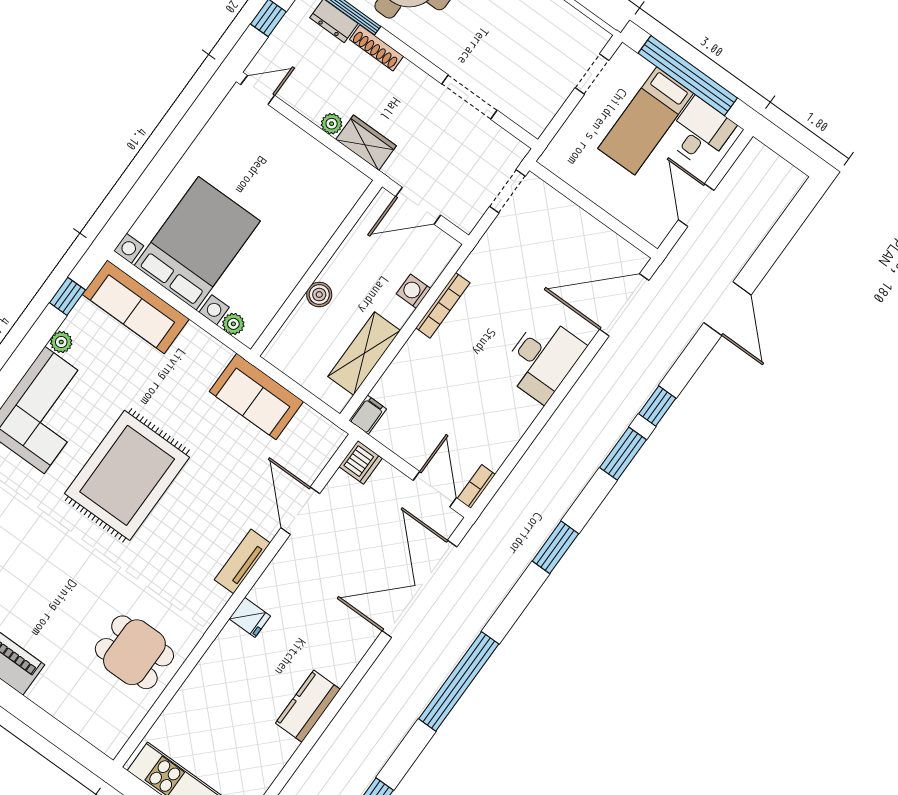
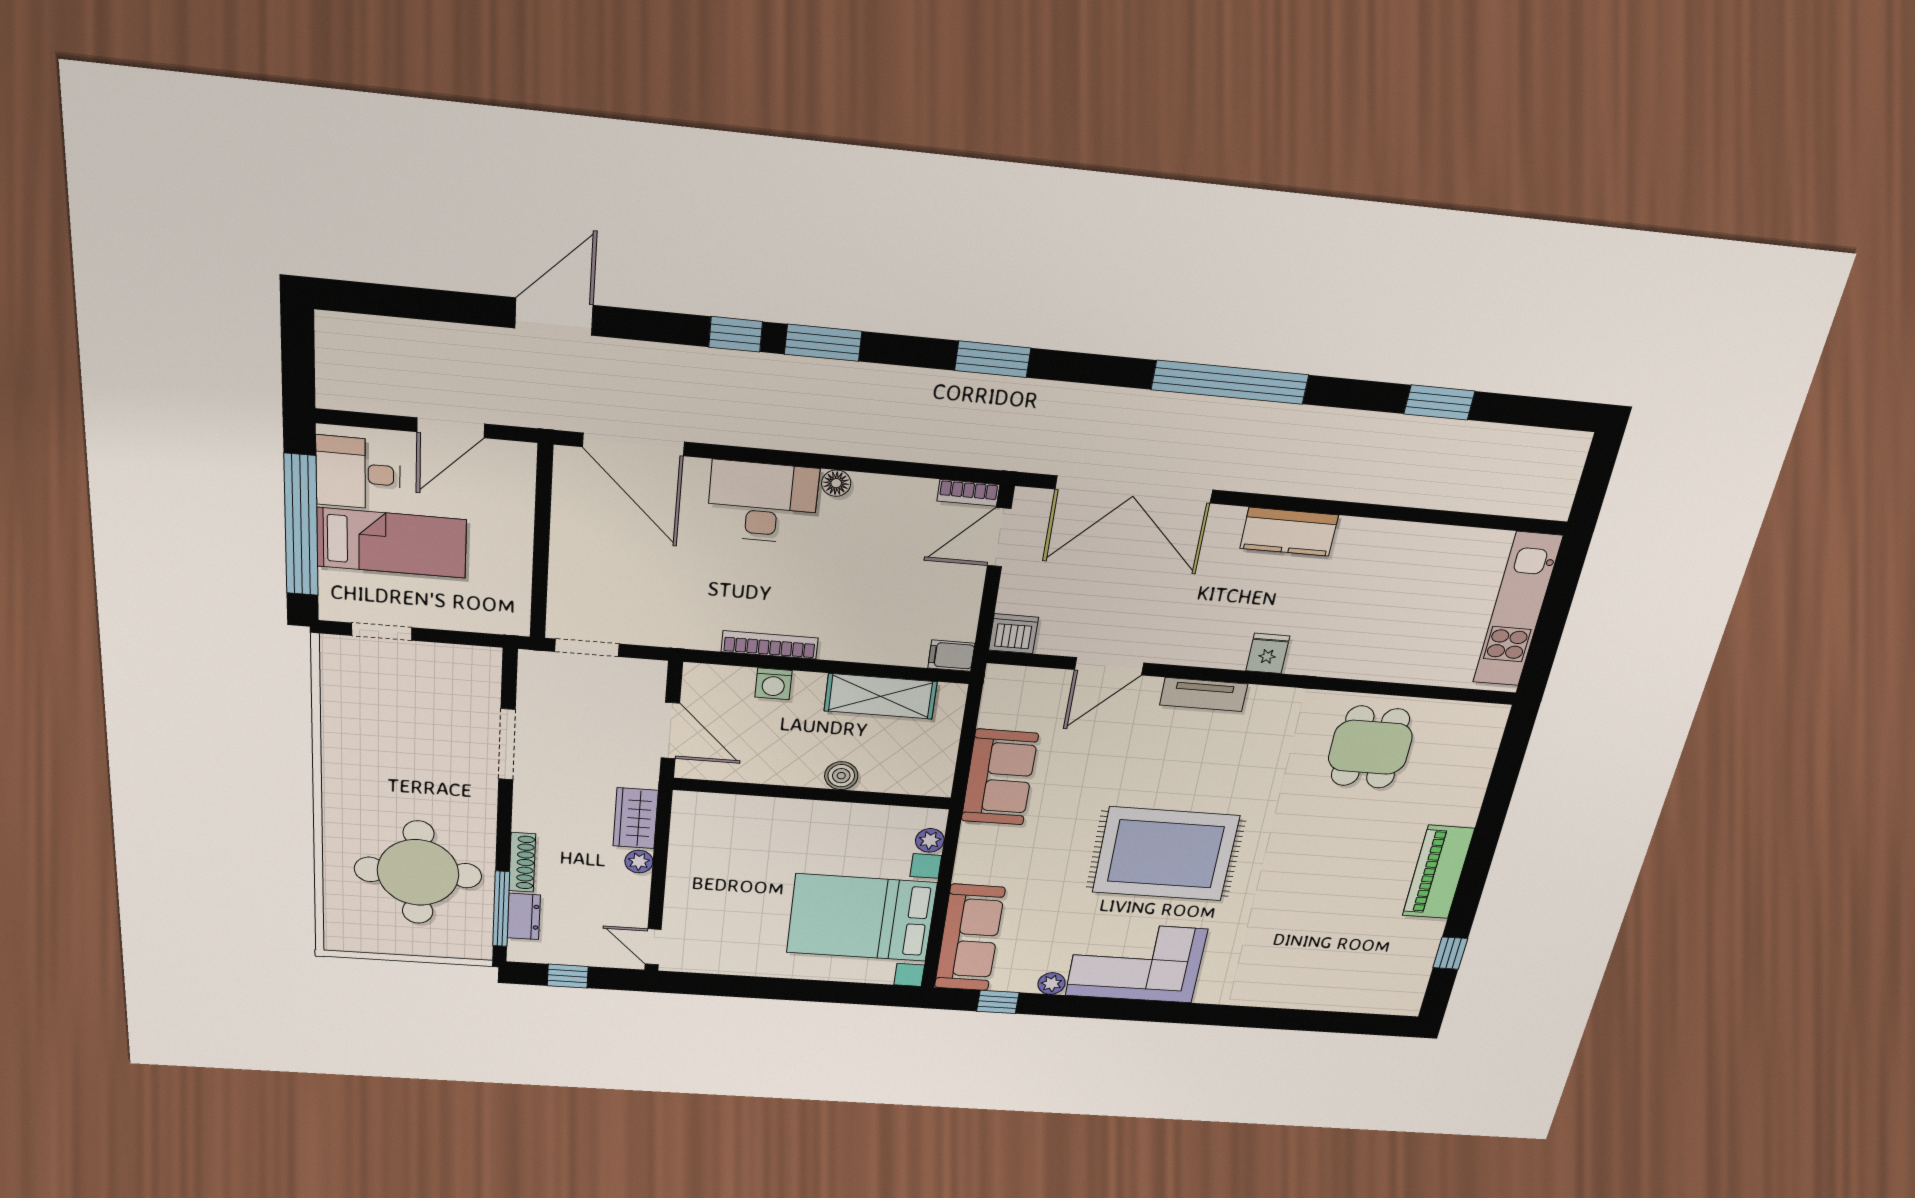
floor lamp: (529, 410) -> (836, 483), added
kitchen counter: (308, 706) -> (1289, 532), moved

